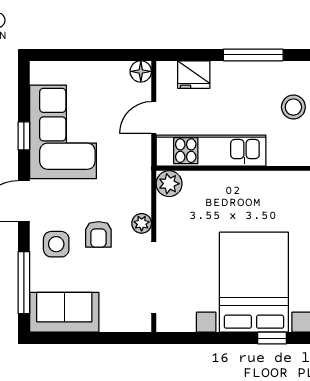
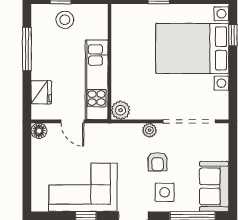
armchair: (98, 234) -> (158, 162), turned 90

